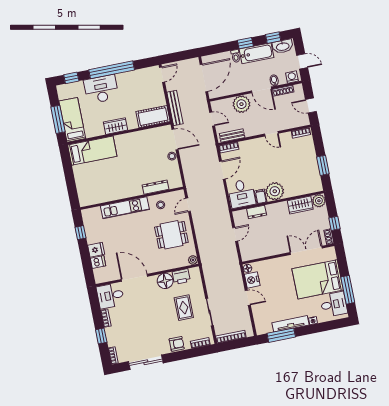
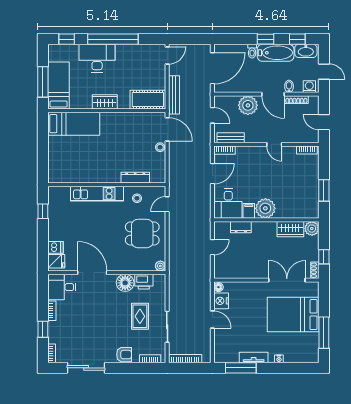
fridge: (96, 250) -> (56, 261), moved
desk: (334, 304) -> (305, 346), removed
tv unit: (291, 324) -> (254, 357), width x0.71

